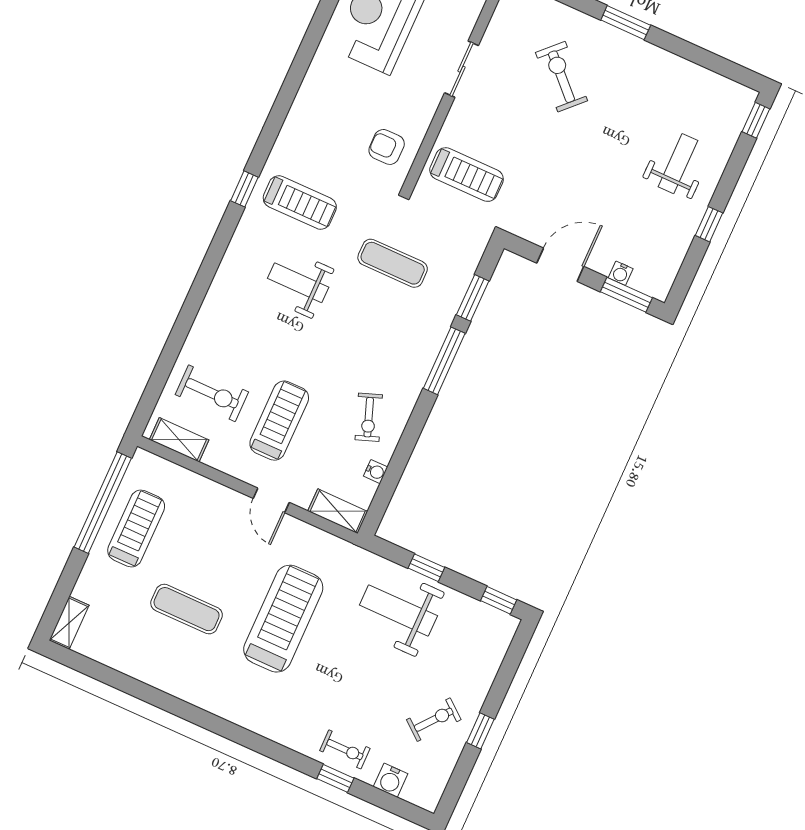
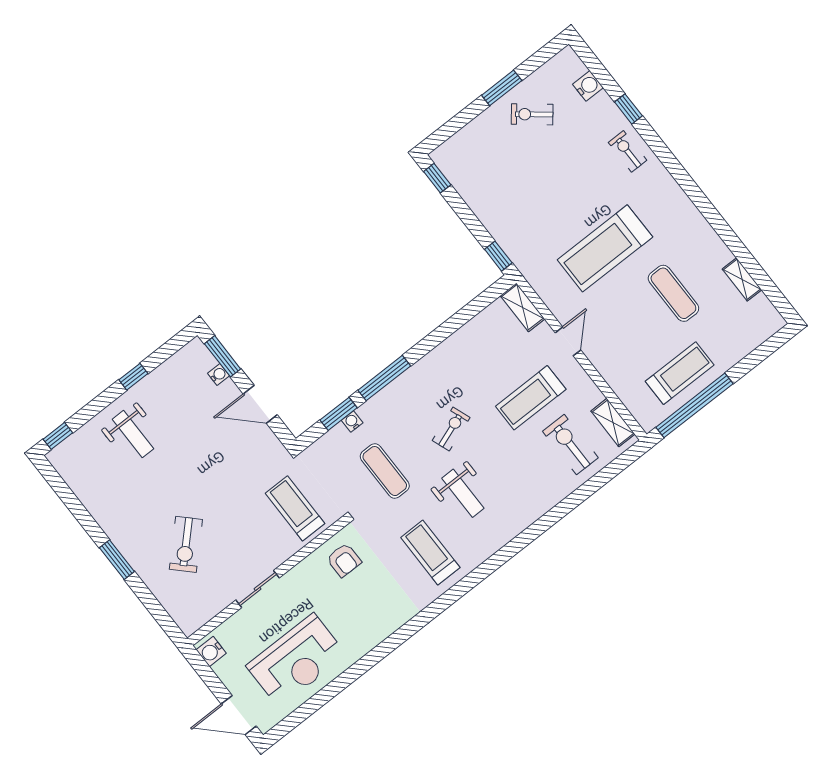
weight bench: (678, 164) -> (133, 434), turned -90
window: (244, 189) -> (466, 584), removed
exercise bike: (369, 417) -> (451, 429), moved
water cooler: (376, 472) -> (352, 422), moved
treadmill: (136, 529) -> (680, 373), turned 180
window: (426, 568) -> (498, 256), moved
weight bench: (398, 610) -> (516, 210), removed
shelving: (69, 623) -> (742, 279), moved, turned 90
window: (480, 731) -> (502, 88), width x1.50
exercise bike: (345, 749) -> (628, 151), moved

